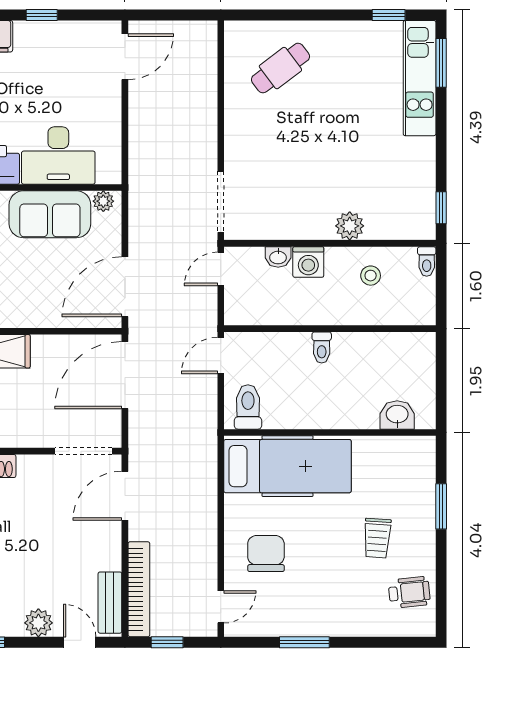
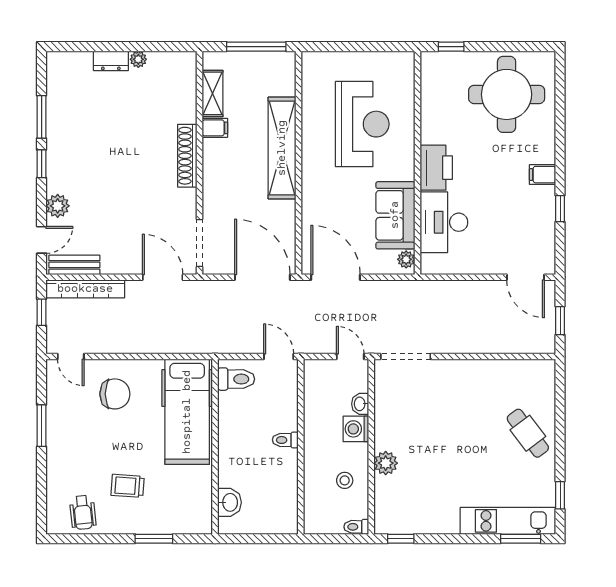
window: (177, 15) -> (560, 321), added
cafe table: (280, 68) -> (528, 433), moved

